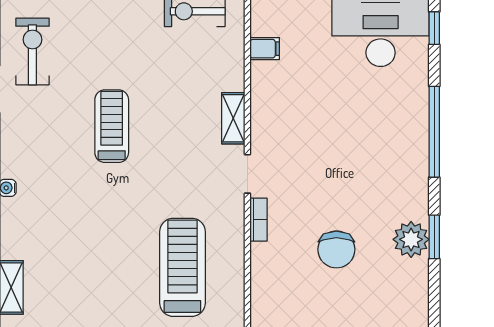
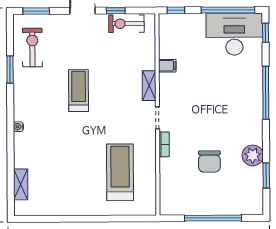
filing cabinet: (265, 49) -> (167, 66), moved
window: (434, 237) -> (266, 175), moved

